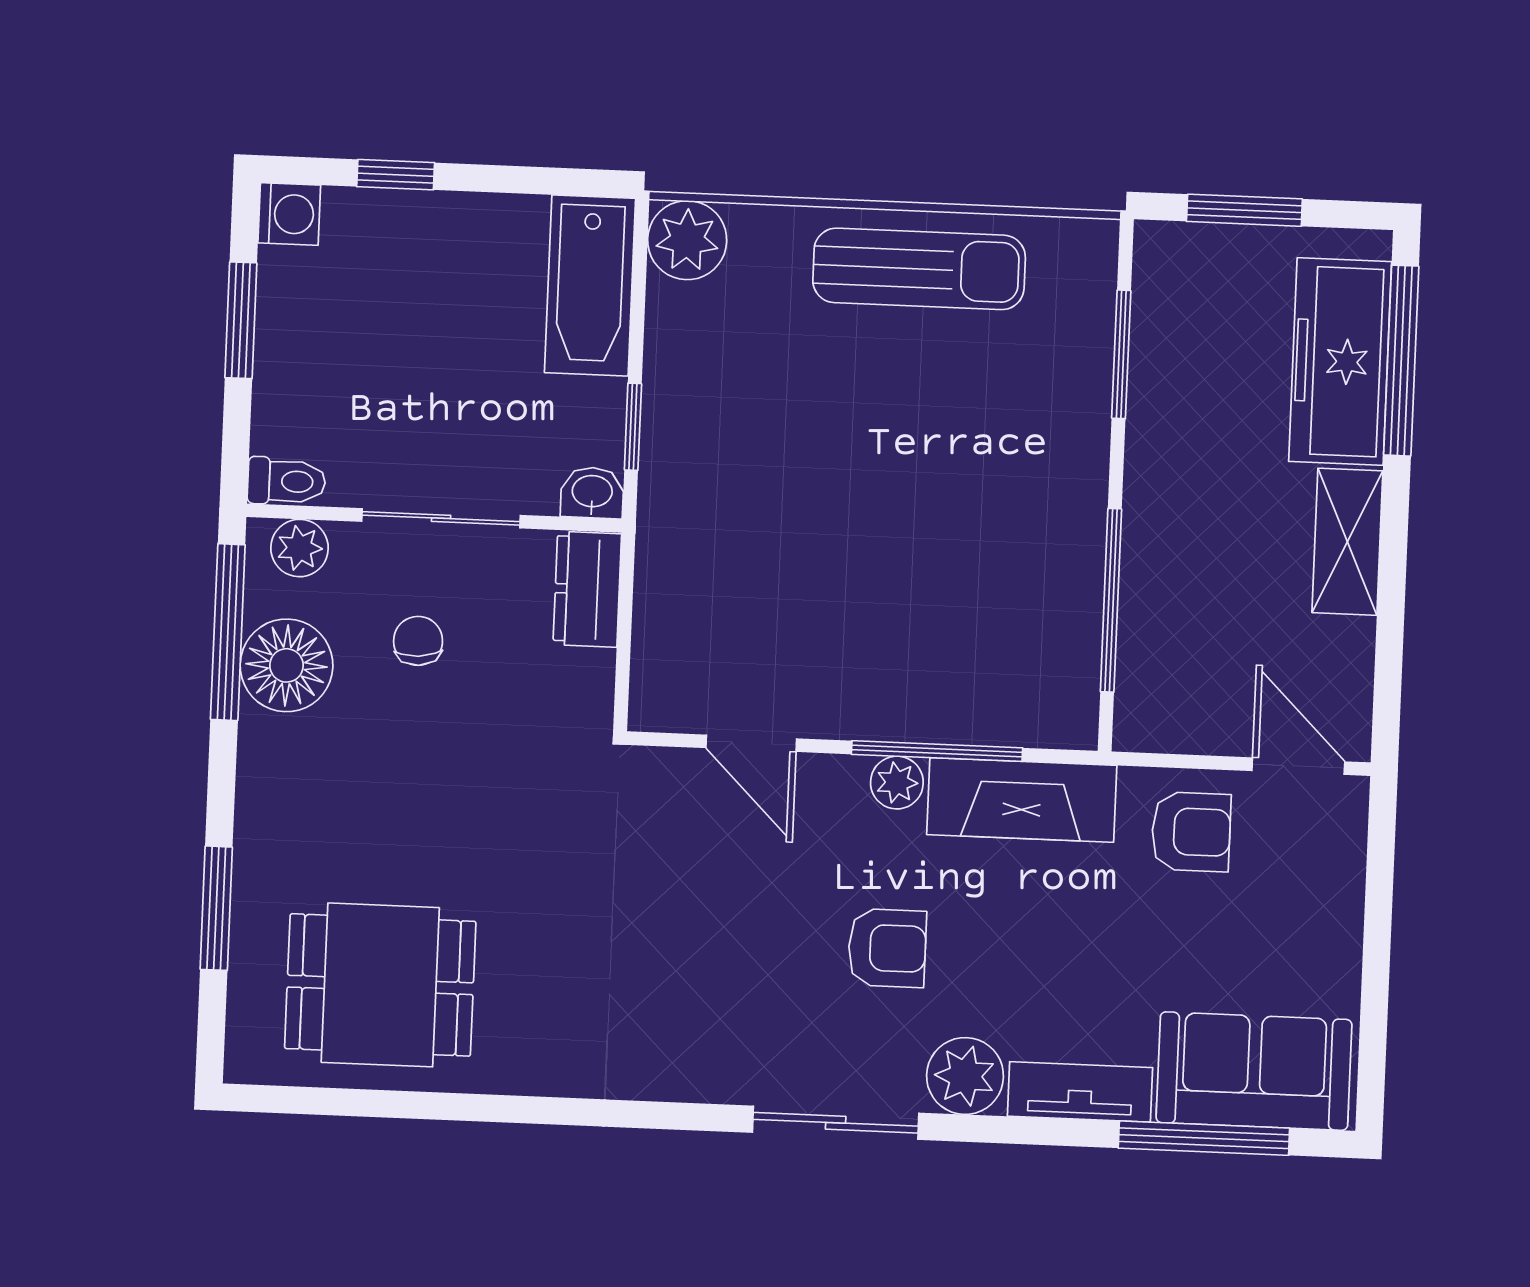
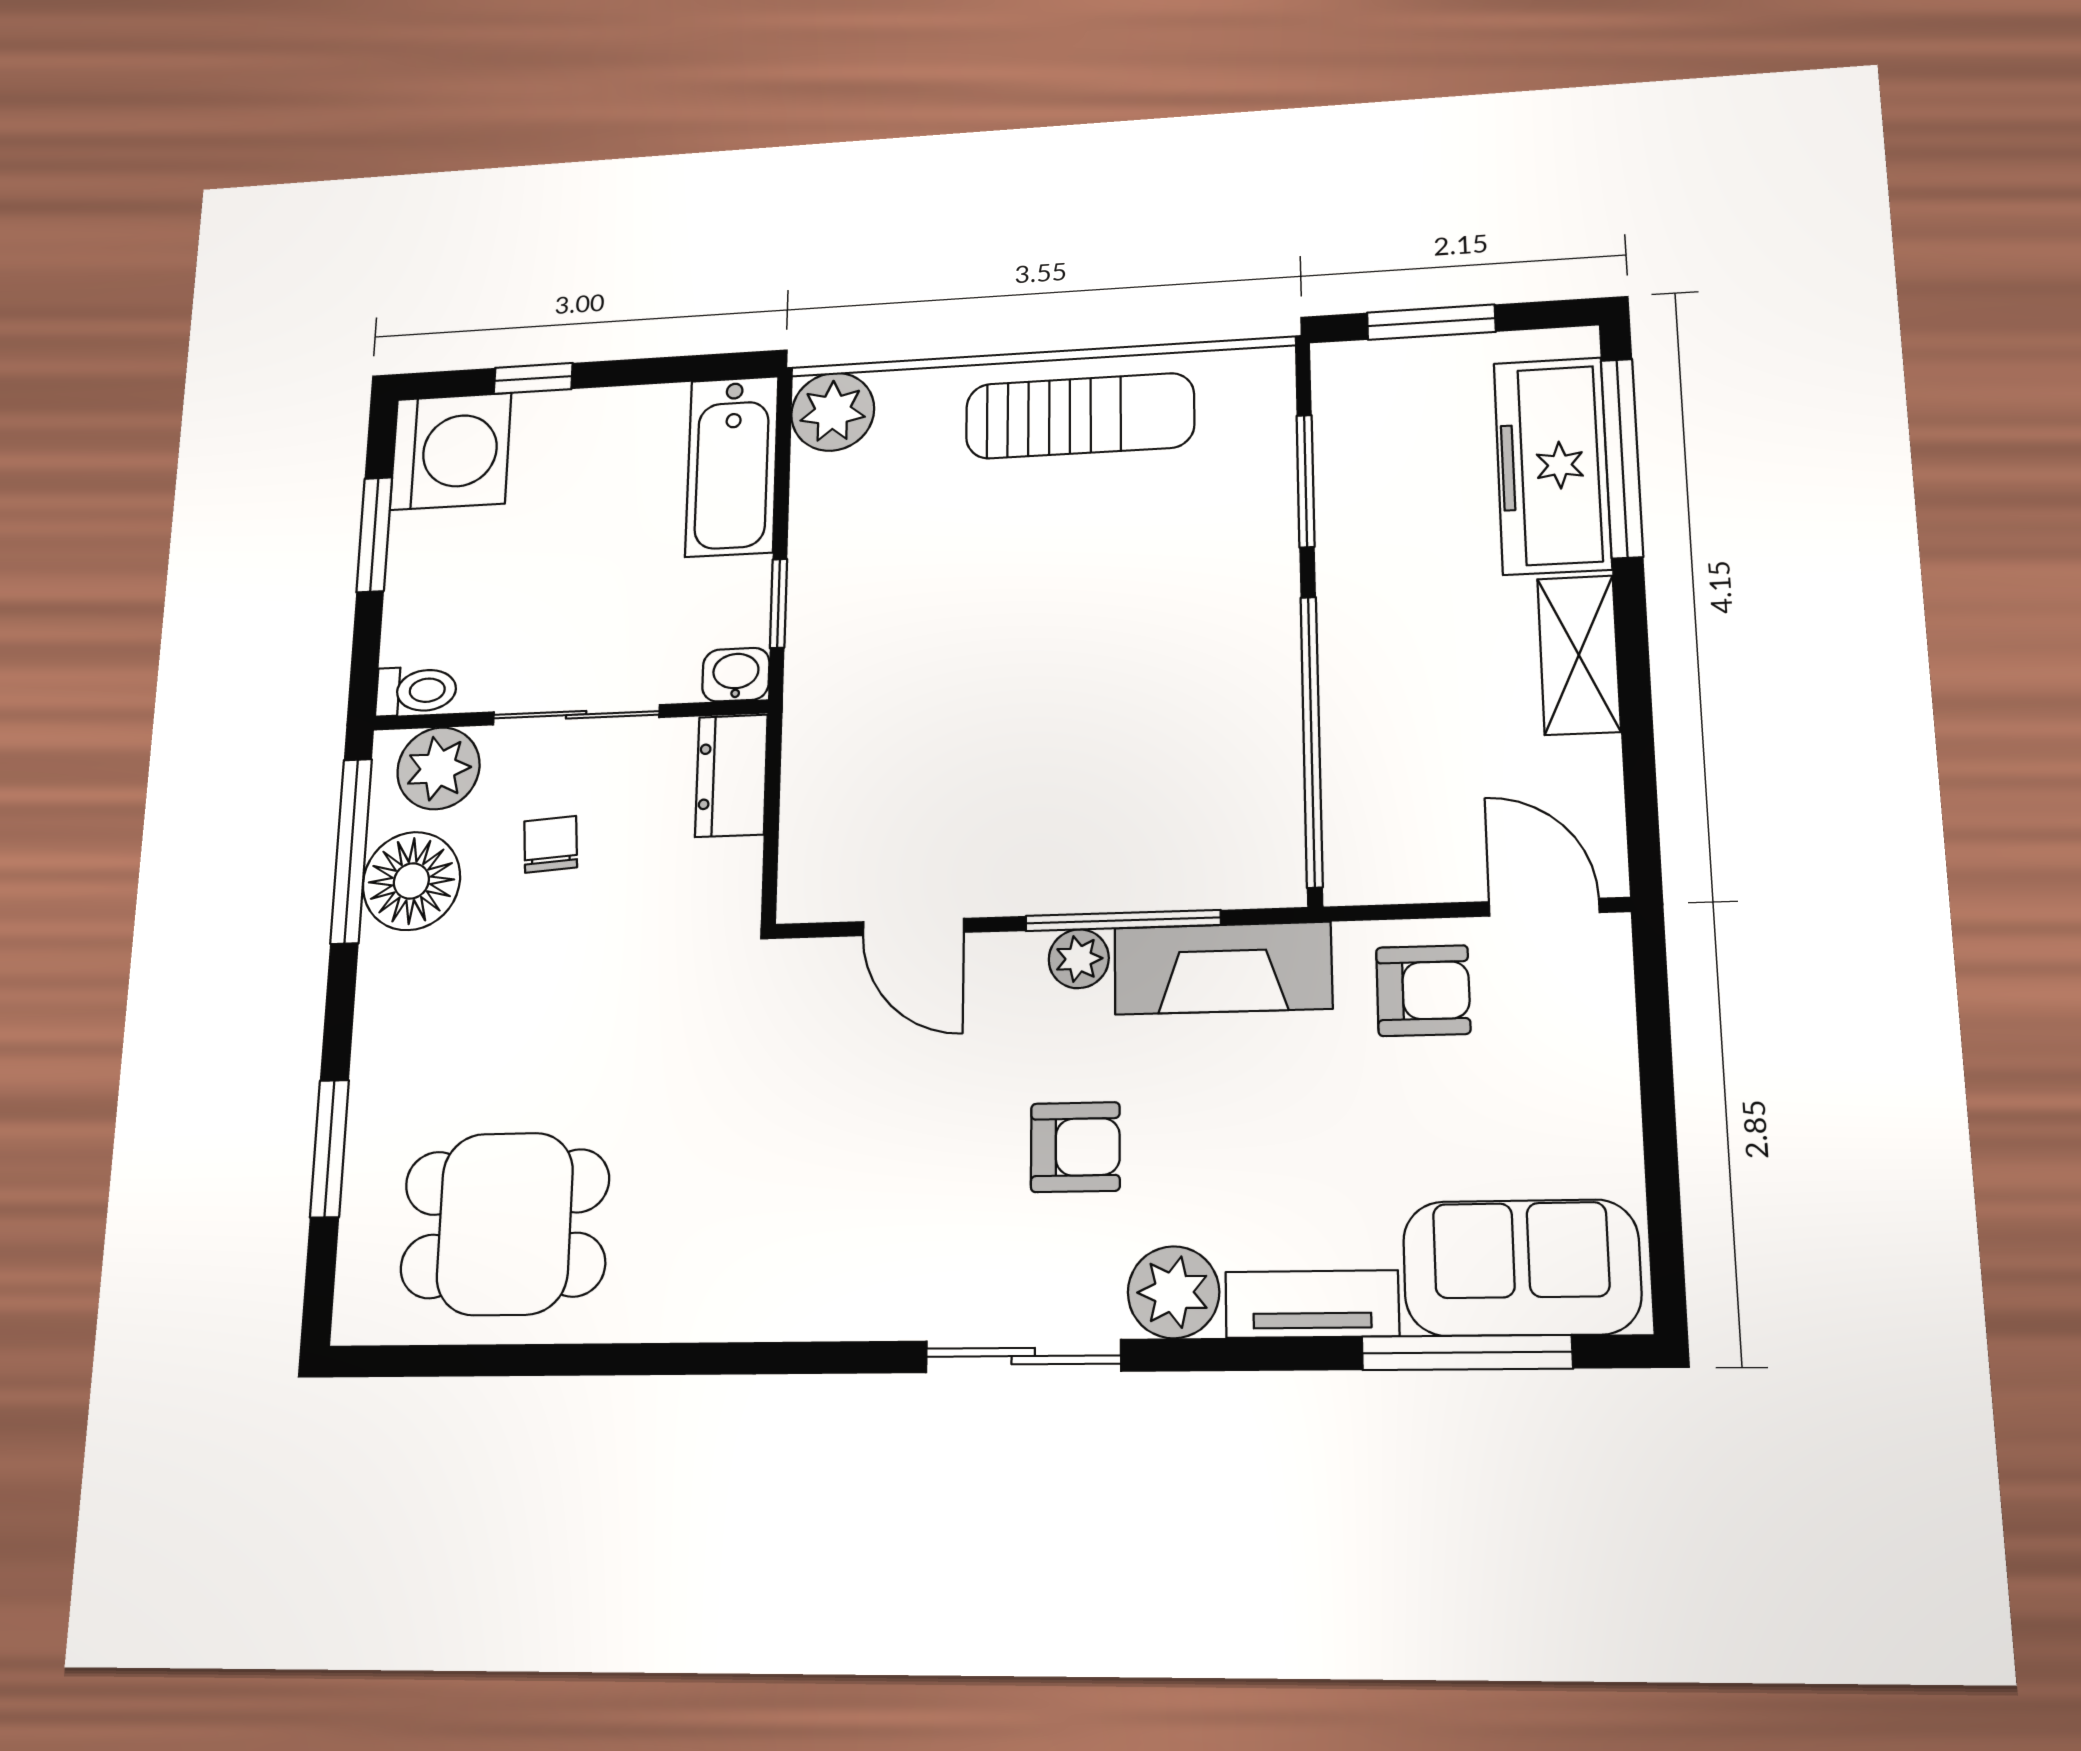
washing machine: (289, 214) -> (451, 451), width x1.89, depth x1.89
plant: (300, 548) -> (438, 768), width x1.38, depth x1.38
window: (1111, 600) -> (1312, 741), width x1.46

